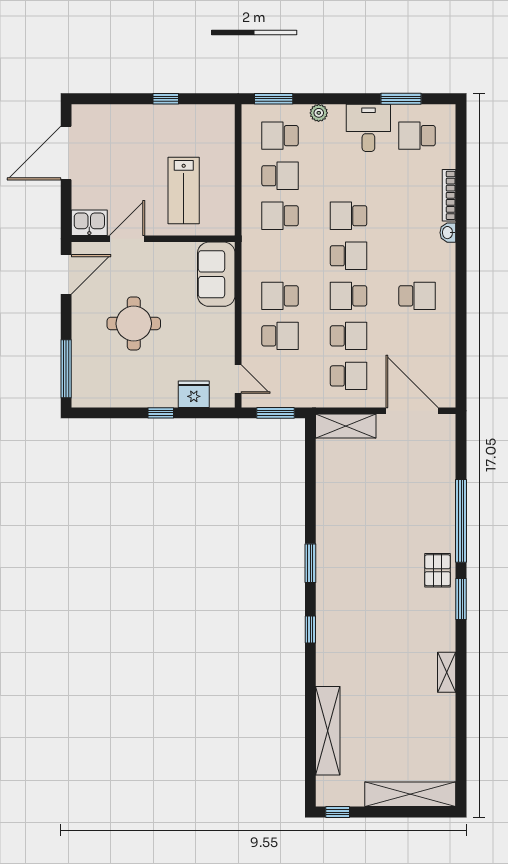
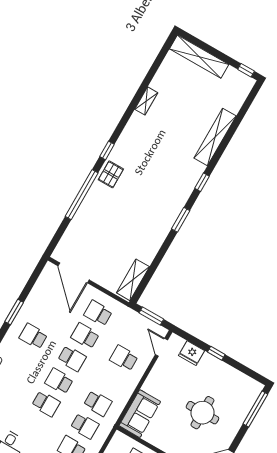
school desk: (280, 296) -> (98, 403), moved
window: (461, 313) -> (14, 312), added
shelving: (346, 426) -> (133, 280), moved, turned 90
window: (461, 599) -> (107, 150), width x0.67
shelving: (447, 672) -> (146, 101), moved
shelving: (328, 731) -> (215, 137), moved

